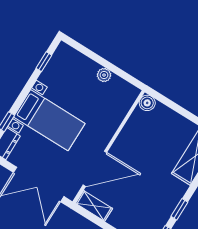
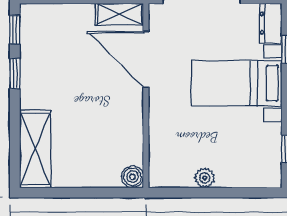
door: (95, 169) -> (146, 59), hinge flipped

